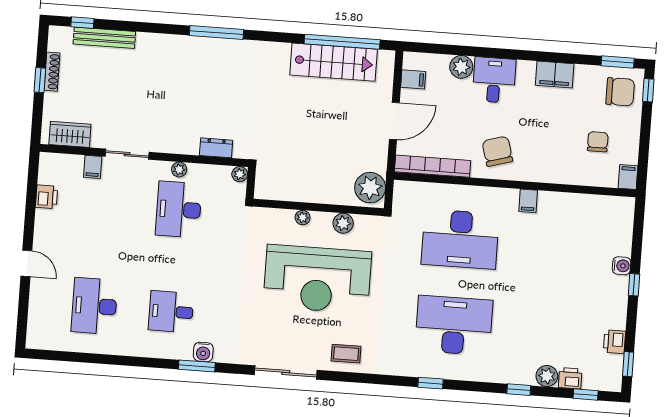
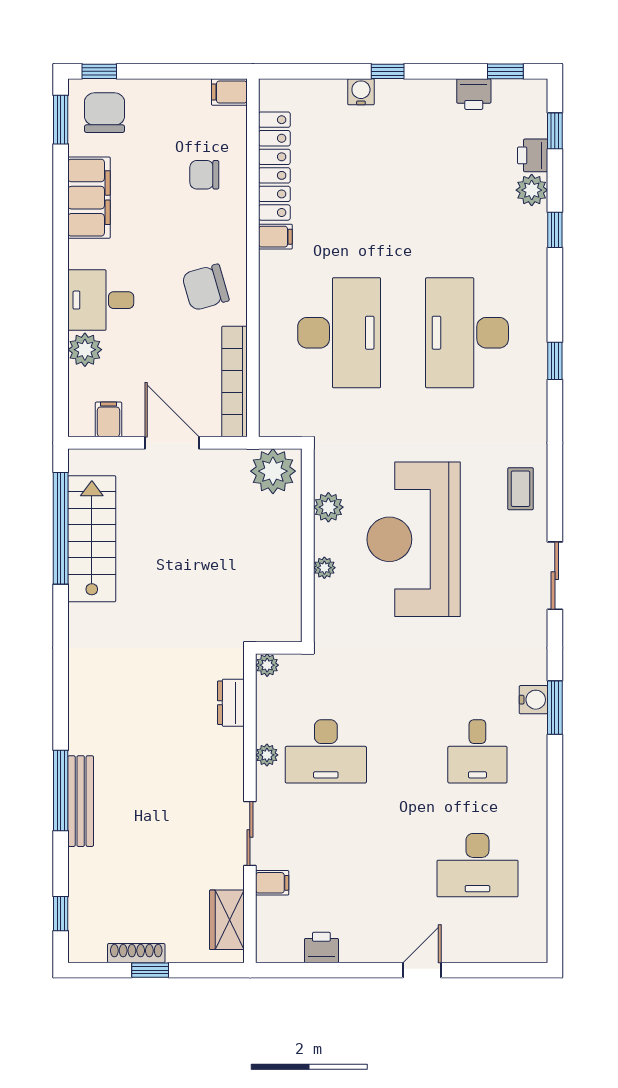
window: (217, 32) -> (61, 791), moved
bench: (104, 38) -> (81, 801), moved
filing cabinet: (555, 74) -> (89, 198), width x1.50, depth x1.17
chair: (598, 142) -> (204, 175), moved
locker: (576, 204) -> (274, 166), added
reception desk: (317, 279) -> (414, 539), turned 180
sliding door: (286, 372) -> (555, 576), width x0.73

